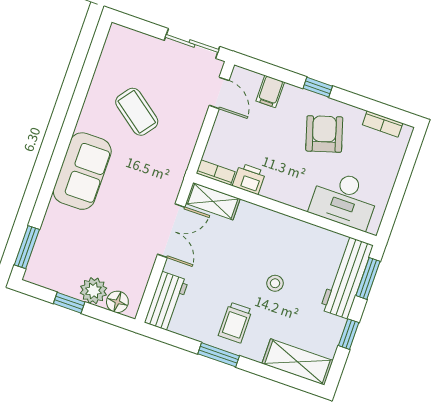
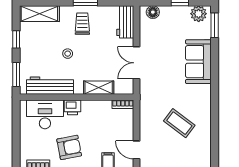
armchair: (324, 134) -> (69, 147), turned -84
sofa: (82, 171) -> (198, 62), moved
printer: (249, 179) -> (73, 107), moved
shelving: (213, 201) -> (99, 88), moved
workbench: (347, 277) -> (50, 86), moved, turned -90
plant: (94, 291) -> (199, 14), moved

